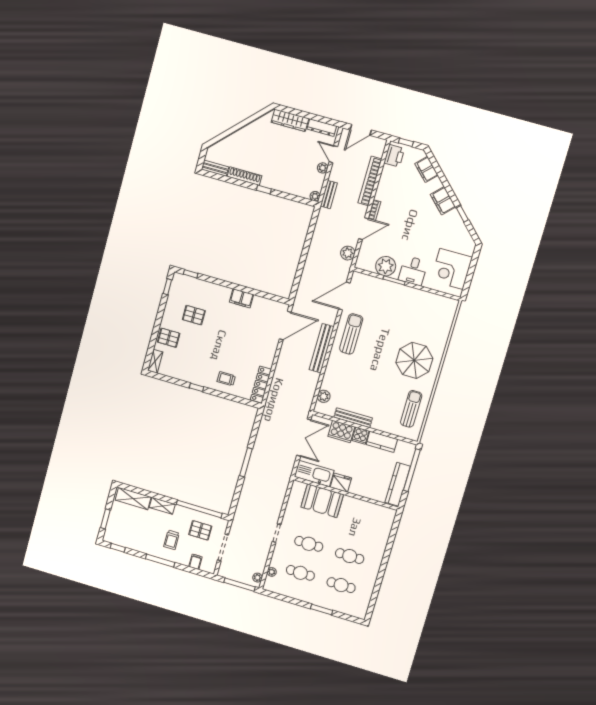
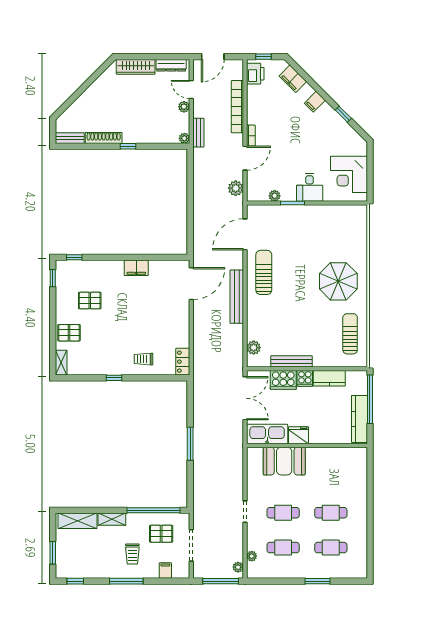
filing cabinet: (443, 201) -> (315, 102), width x0.50
plant: (386, 266) -> (275, 196), width x0.53, depth x0.53
locker: (261, 385) -> (183, 362), width x0.66

